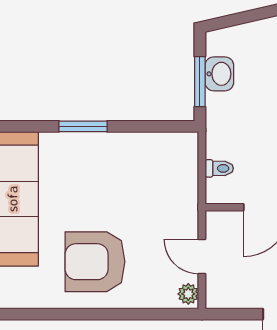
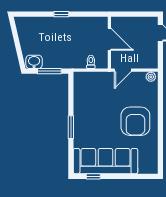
washbasin: (219, 74) -> (34, 62), moved
door: (202, 257) -> (123, 70), moved

